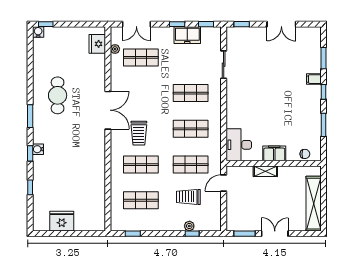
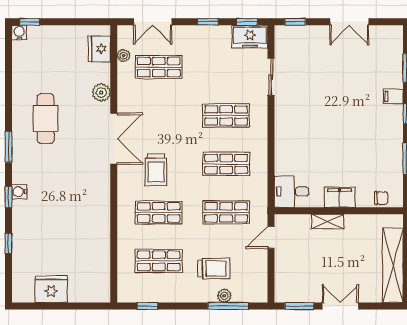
freezer: (187, 35) -> (250, 37), moved
plant: (99, 76) -> (101, 92), added
desk: (239, 145) -> (291, 192), width x0.73
trolley: (188, 197) -> (214, 269), moved, turned 180
window: (192, 234) -> (228, 306), width x2.17

